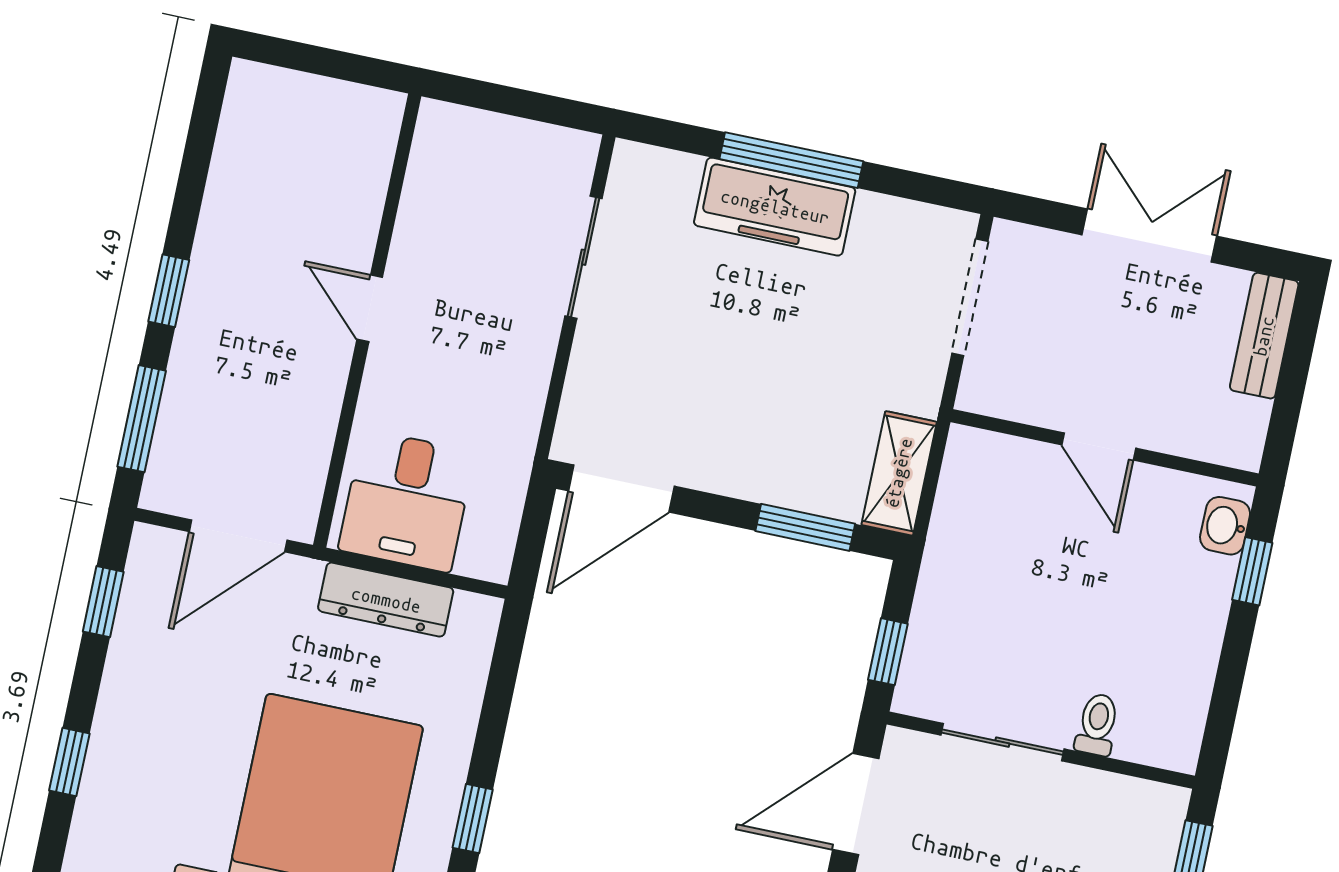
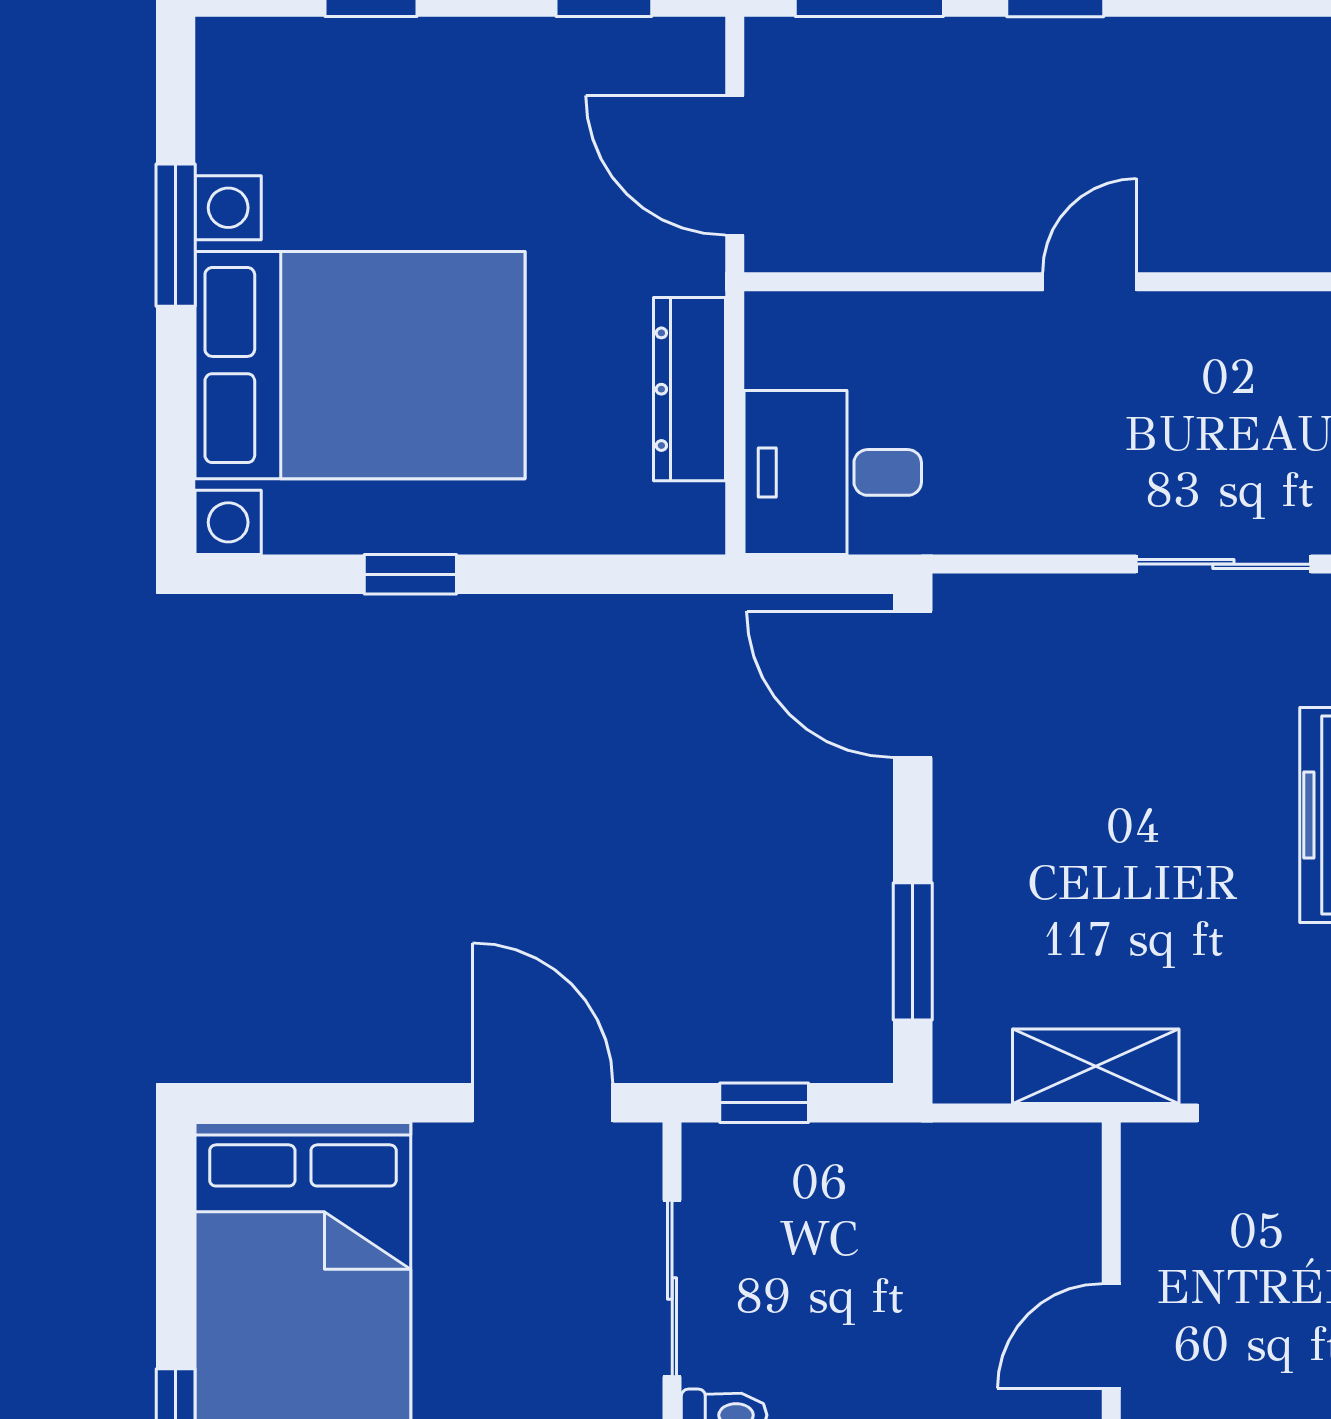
shelving: (899, 473) -> (1096, 1066), moved
desk: (407, 501) -> (833, 472), moved

